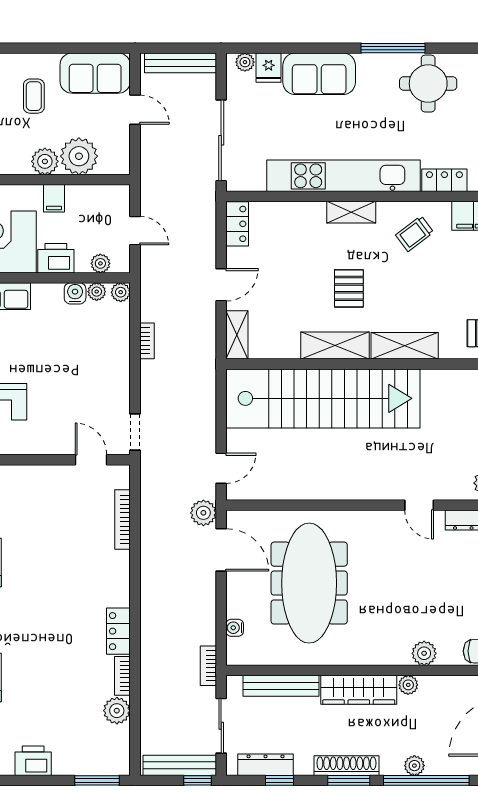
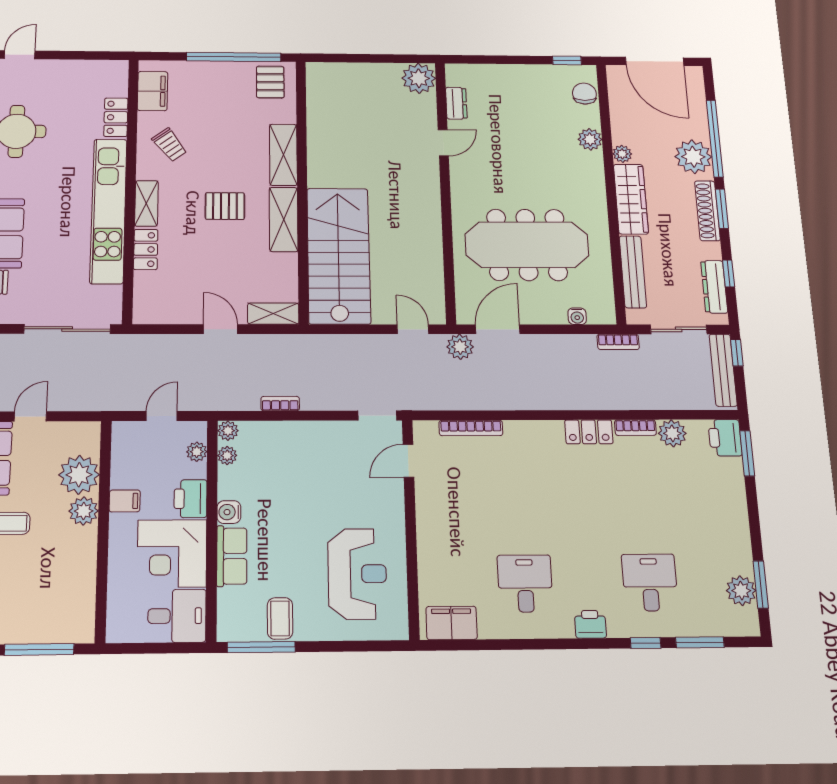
locker: (237, 224) -> (146, 249), moved, turned 90
water cooler: (75, 293) -> (229, 512), moved
stairs: (323, 398) -> (339, 256), width x0.73
printer: (33, 761) -> (725, 438), moved
plant: (414, 766) -> (693, 157), width x1.88, depth x1.88

